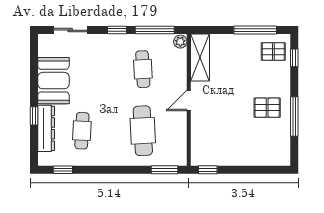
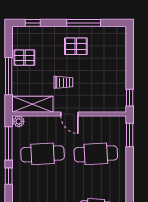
window: (255, 30) -> (9, 76), moved
pallet: (273, 52) -> (24, 58), moved, turned 90
cafe table: (143, 69) -> (42, 154), width x1.37, depth x1.35
trolley: (226, 93) -> (63, 82), added
pallet: (267, 108) -> (76, 46), turned 90

